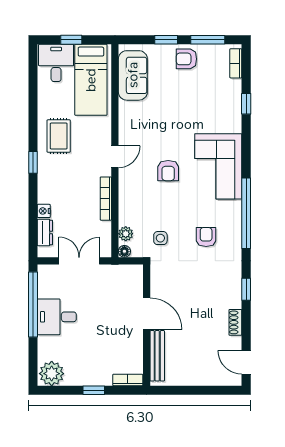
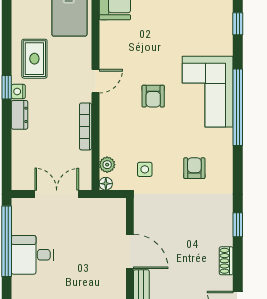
nightstand: (44, 211) -> (18, 91), moved
window: (246, 213) -> (238, 107), moved
dresser: (45, 232) -> (20, 115), moved

